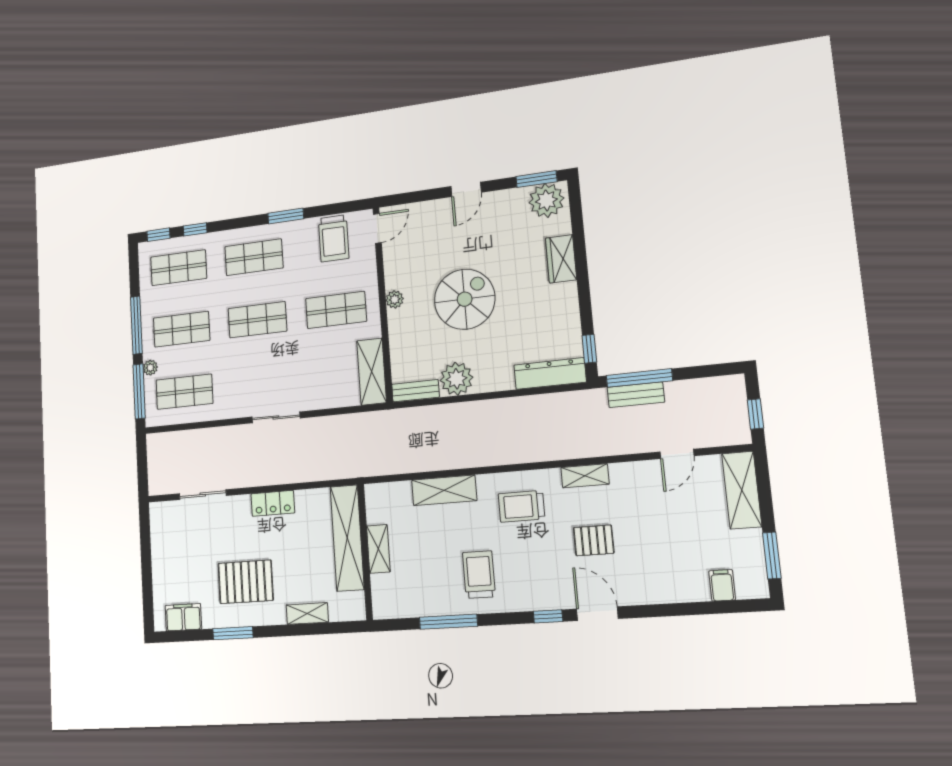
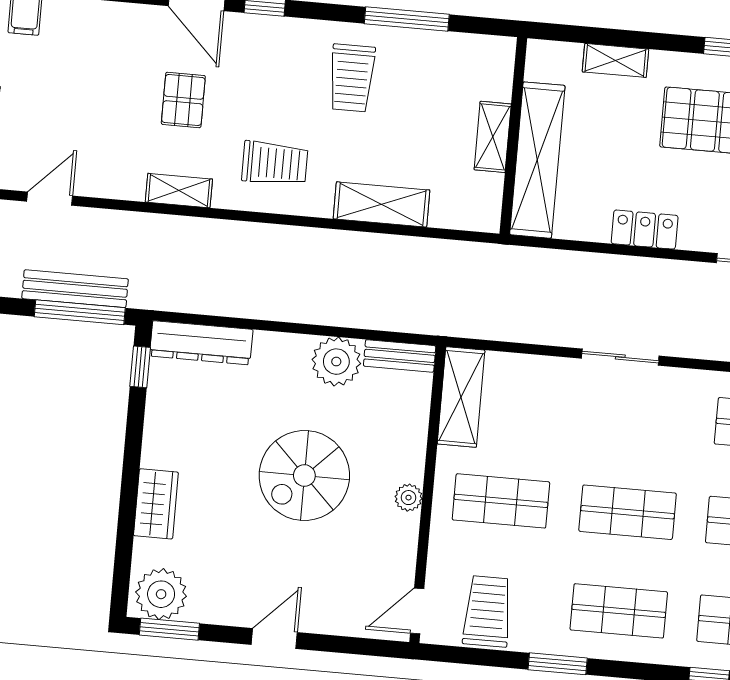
bench: (636, 395) -> (75, 289), width x1.36
pallet: (594, 540) -> (183, 100), turned 90

